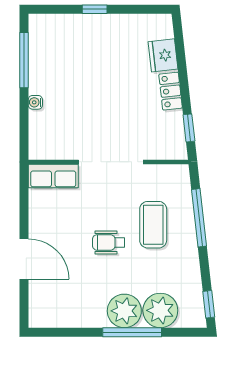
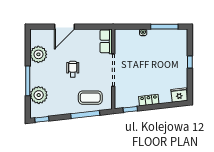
fridge: (163, 55) -> (179, 95), moved
coffee table: (153, 225) -> (90, 98), moved
plant: (124, 311) -> (38, 54), moved

